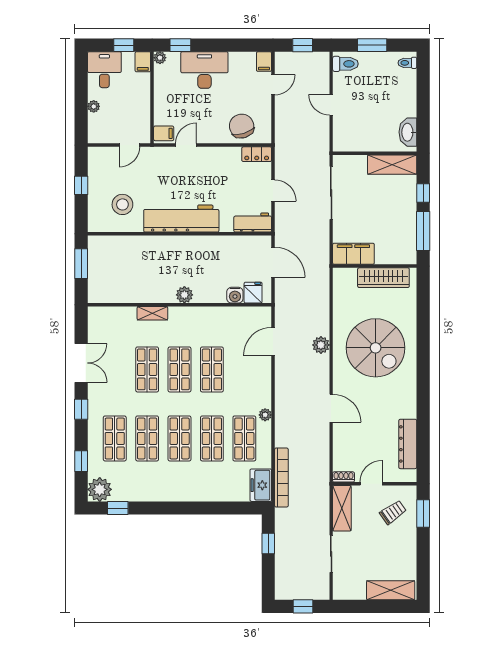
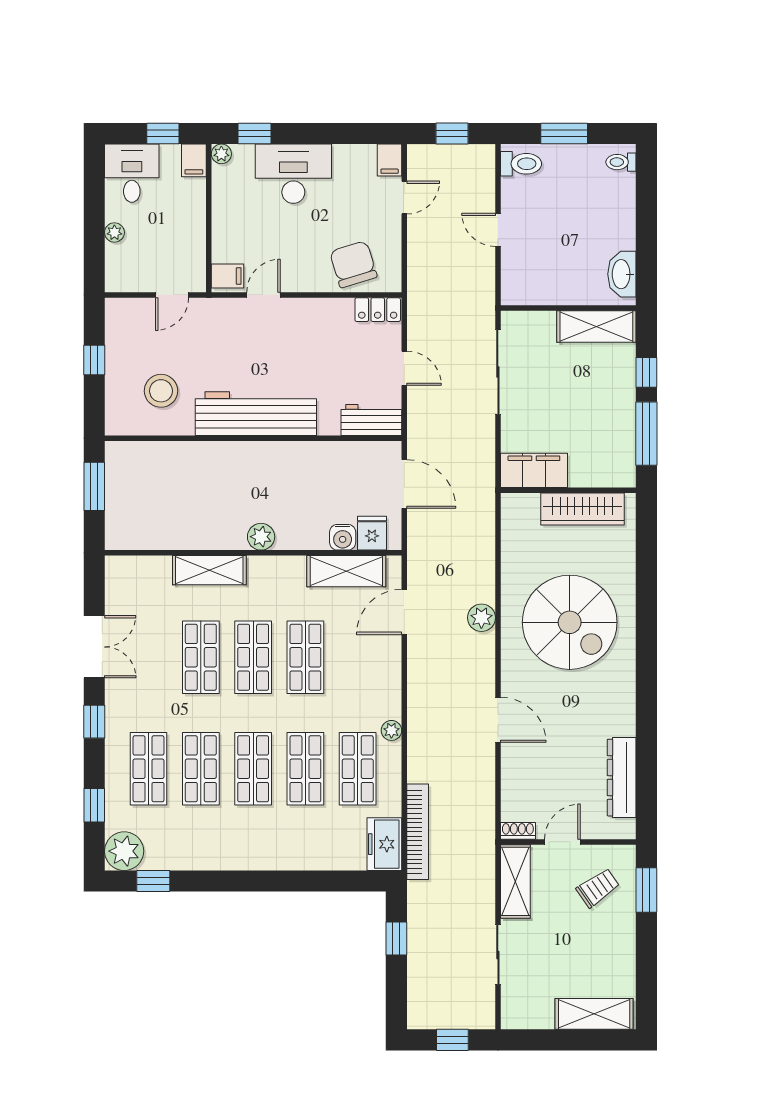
shelving: (152, 313) -> (209, 570), width x1.50, depth x1.33
shelving: (237, 316) -> (346, 571), added

